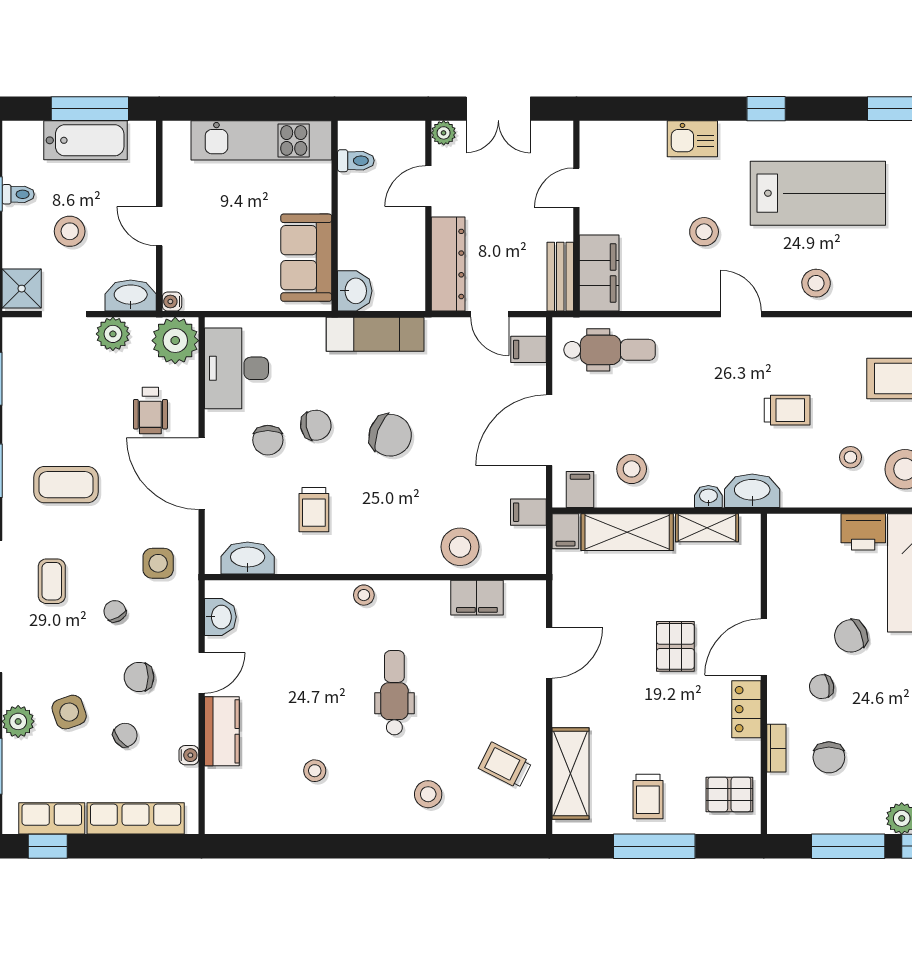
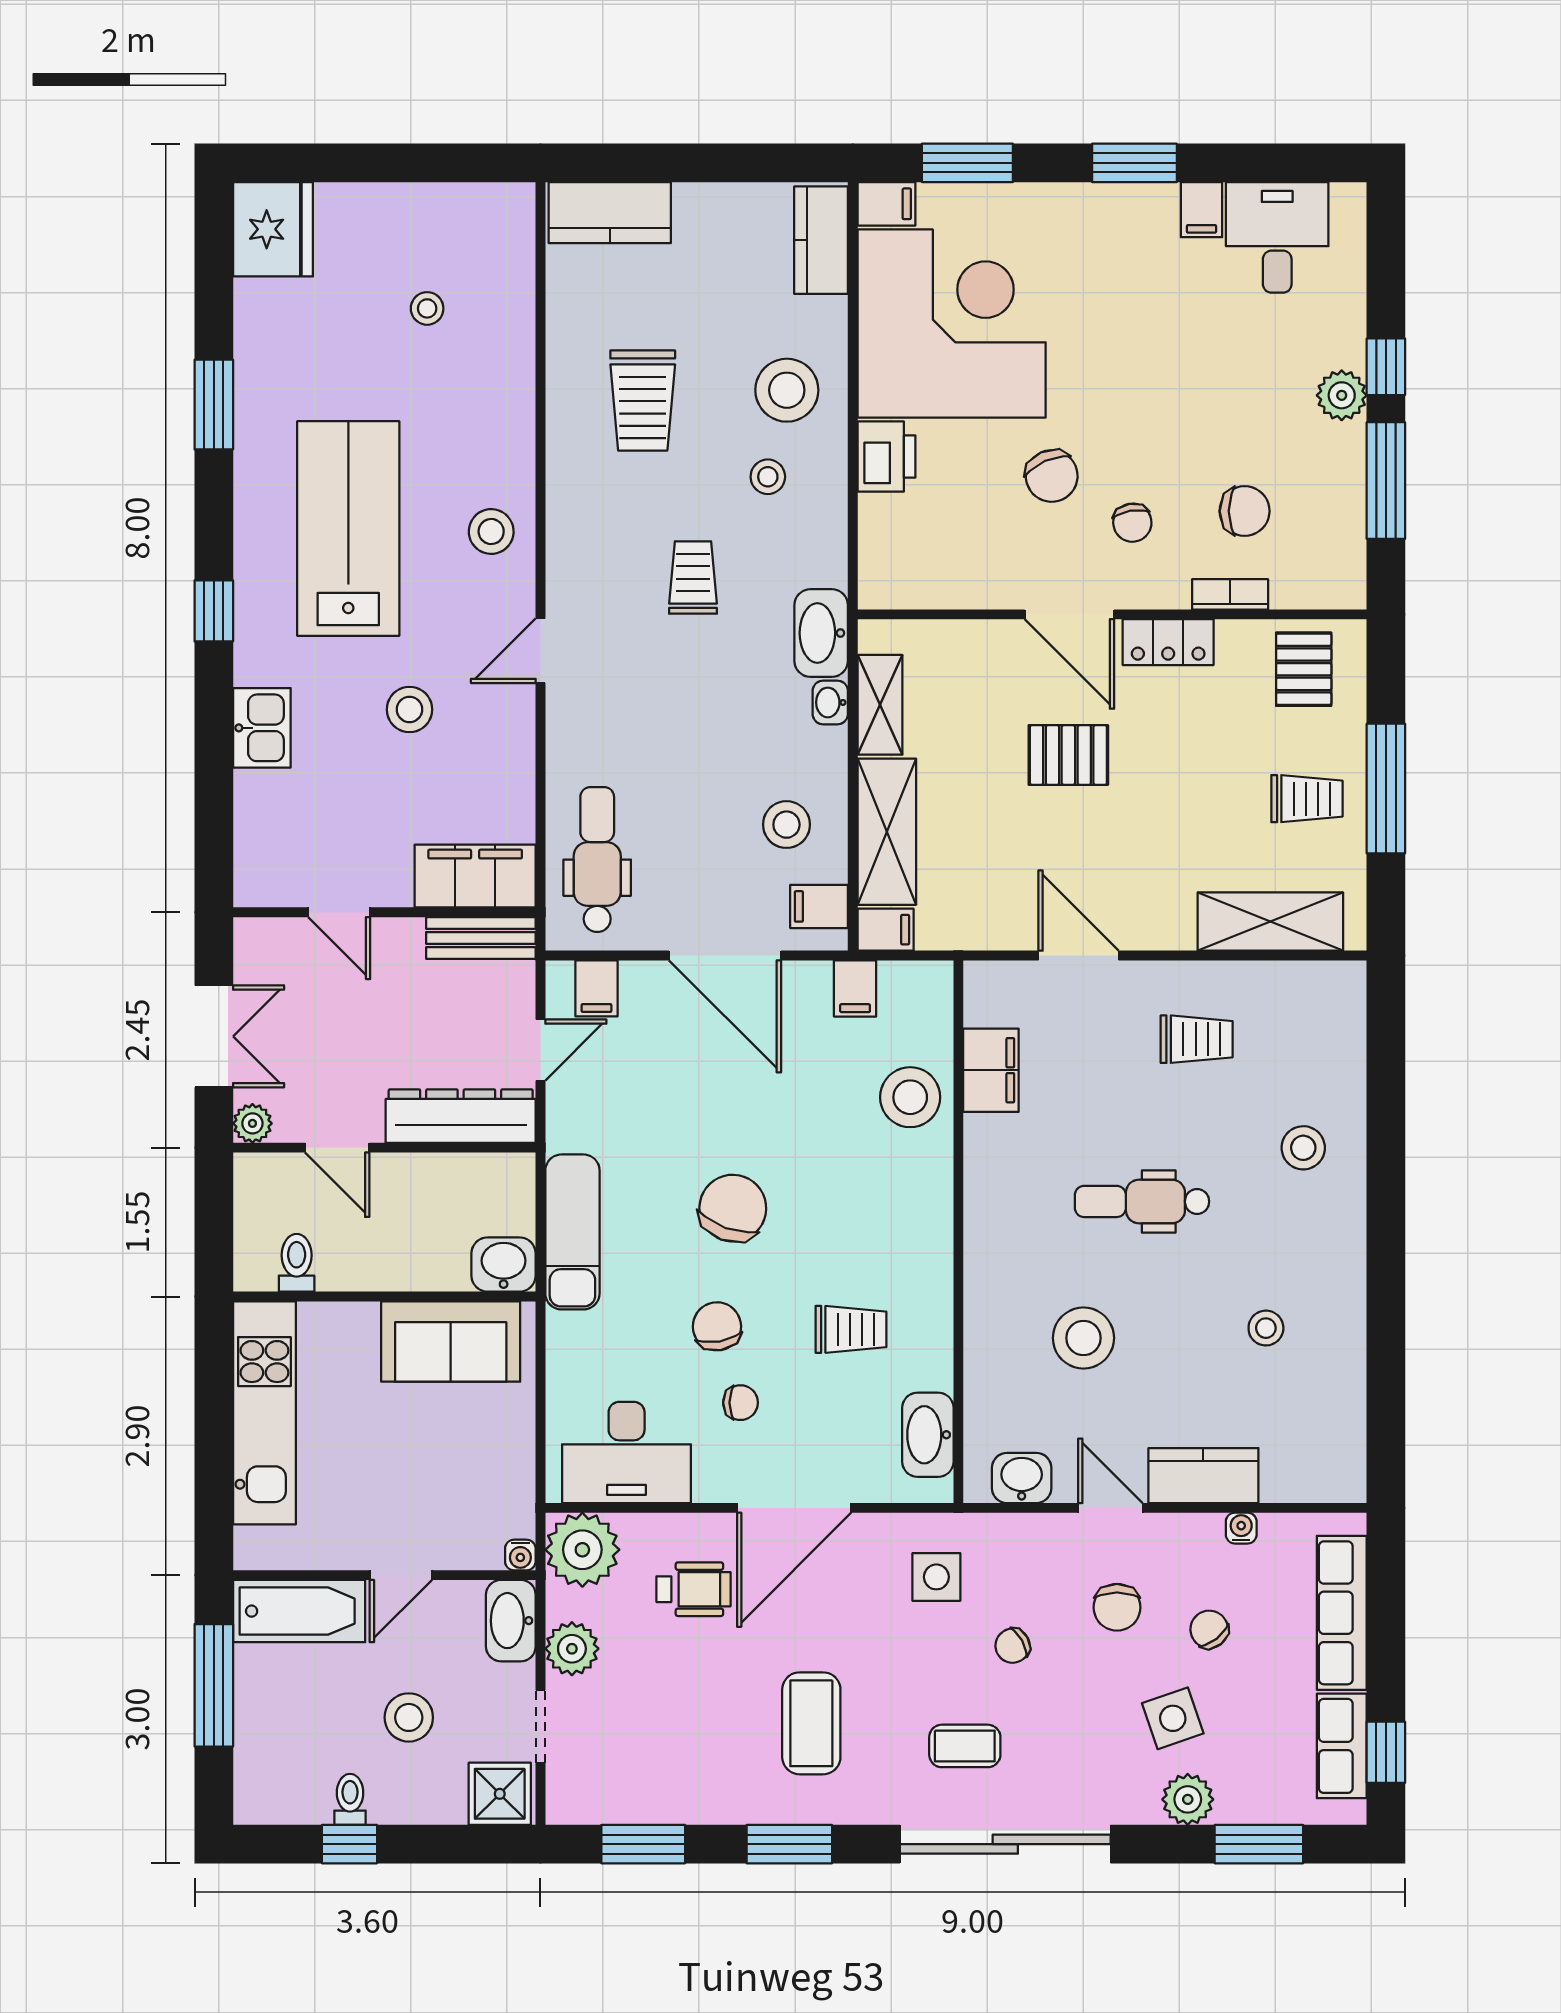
bathtub: (85, 140) -> (299, 1611), moved, turned 90
chair: (268, 440) -> (741, 1403), width x0.73, depth x0.73
stool: (364, 595) -> (1083, 1338), moved, width x1.89, depth x1.89
trolley: (505, 765) -> (1197, 1039), moved, turned -117

